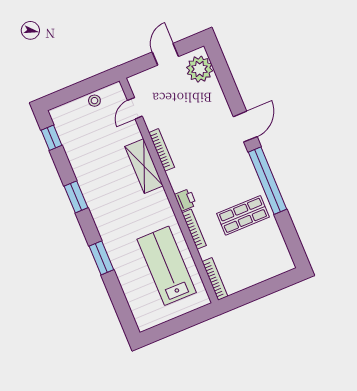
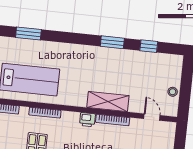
window: (52, 138) -> (149, 46), moved
printer: (185, 200) -> (87, 120), moved
window: (101, 258) -> (28, 33), moved

